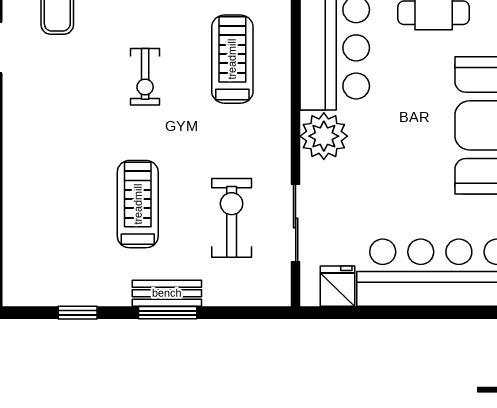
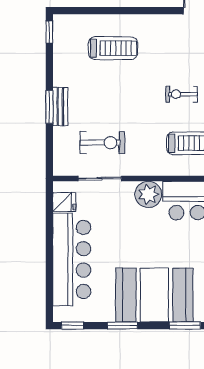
treadmill: (138, 204) -> (113, 48), moved
window: (78, 313) -> (49, 32), moved

